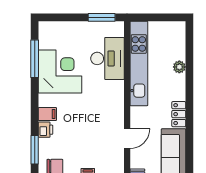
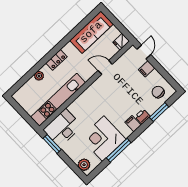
plant: (52, 29) -> (84, 165), added
desk: (107, 58) -> (63, 128), moved
window: (35, 59) -> (119, 150), moved
locker: (179, 114) -> (56, 60), moved

